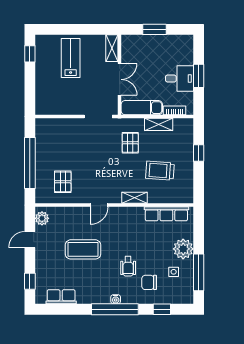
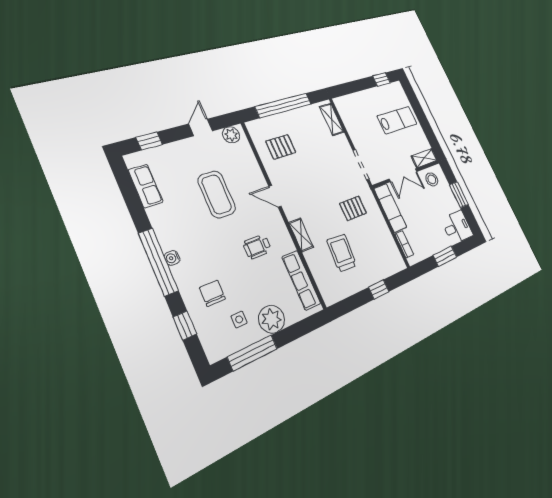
stool: (132, 51) -> (432, 179), added
desk: (179, 79) -> (457, 227), moved, turned -90
shelving: (159, 124) -> (332, 119), moved
door: (30, 240) -> (201, 127), hinge flipped
wheelchair: (128, 266) -> (257, 247), moved

